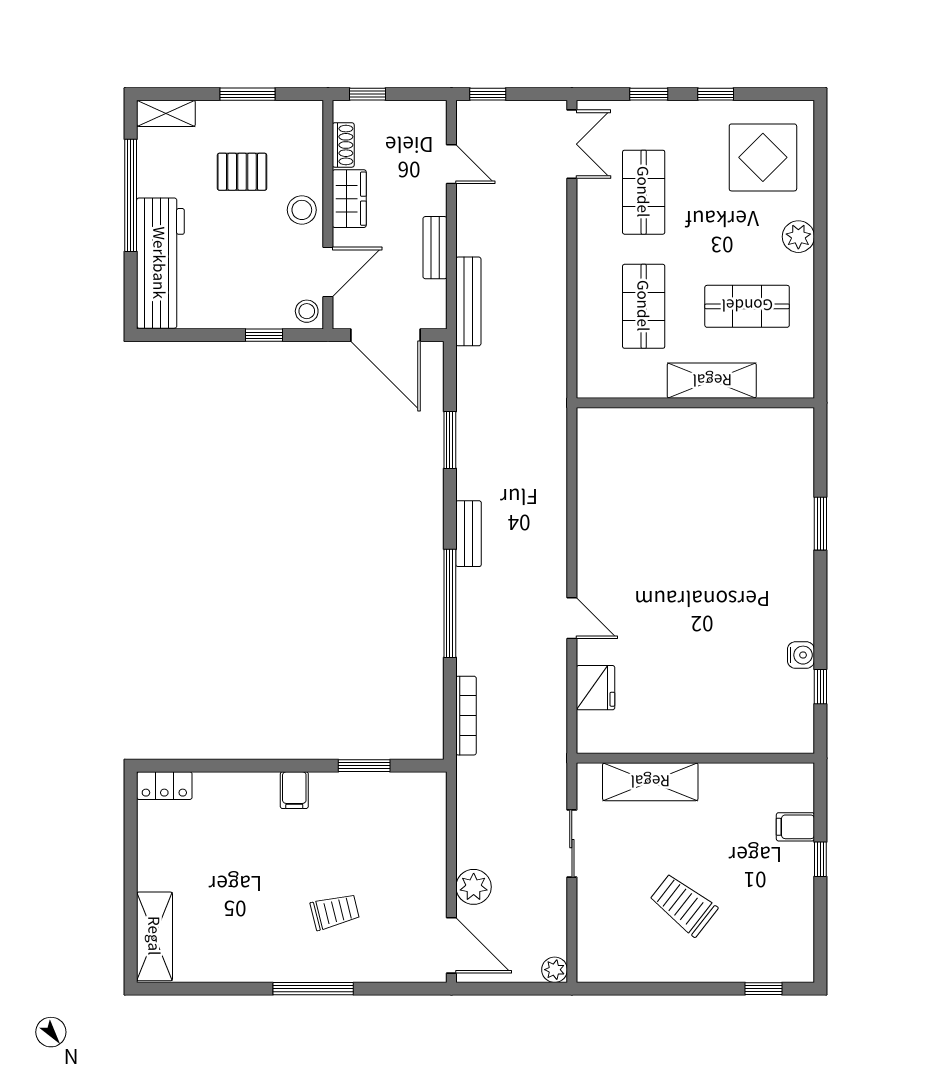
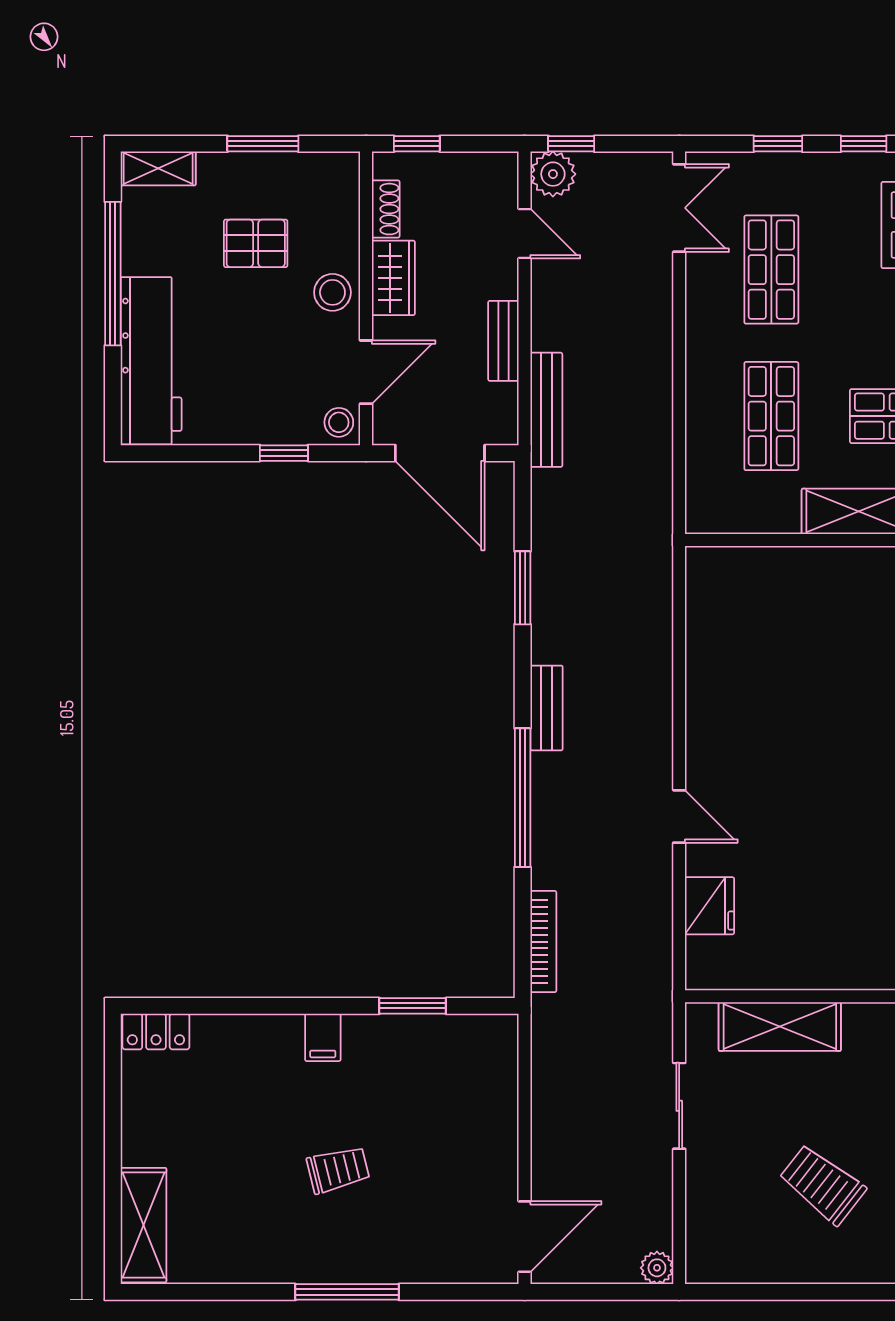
plant: (474, 887) -> (553, 174), moved
trolley: (335, 912) -> (338, 1170), moved
door: (451, 945) -> (525, 1237), hinge flipped

